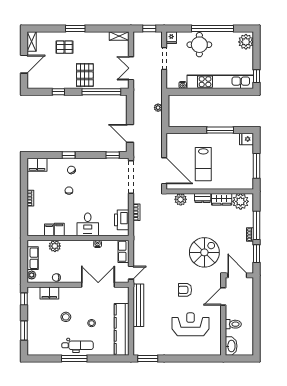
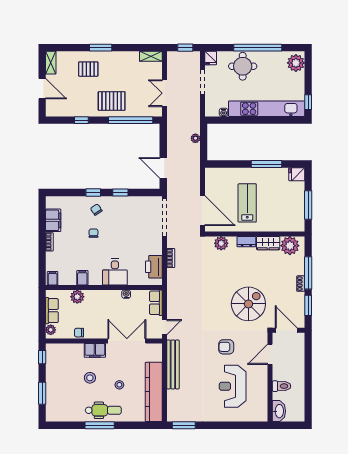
door: (24, 64) -> (42, 89), hinge flipped
pallet: (85, 75) -> (112, 101), turned 90
window: (113, 155) -> (120, 193), moved
lab bench: (203, 164) -> (247, 203), turned 180
filing cabinet: (37, 165) -> (53, 220), moved, turned -90
filing cabinet: (49, 230) -> (53, 278), moved
filing cabinet: (49, 293) -> (95, 350), moved
reception desk: (190, 324) -> (233, 386), turned -90

